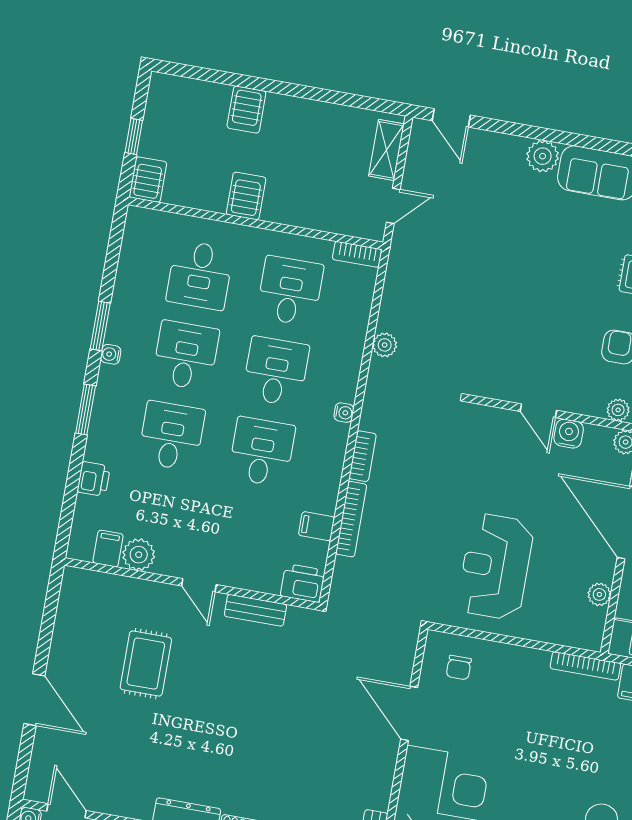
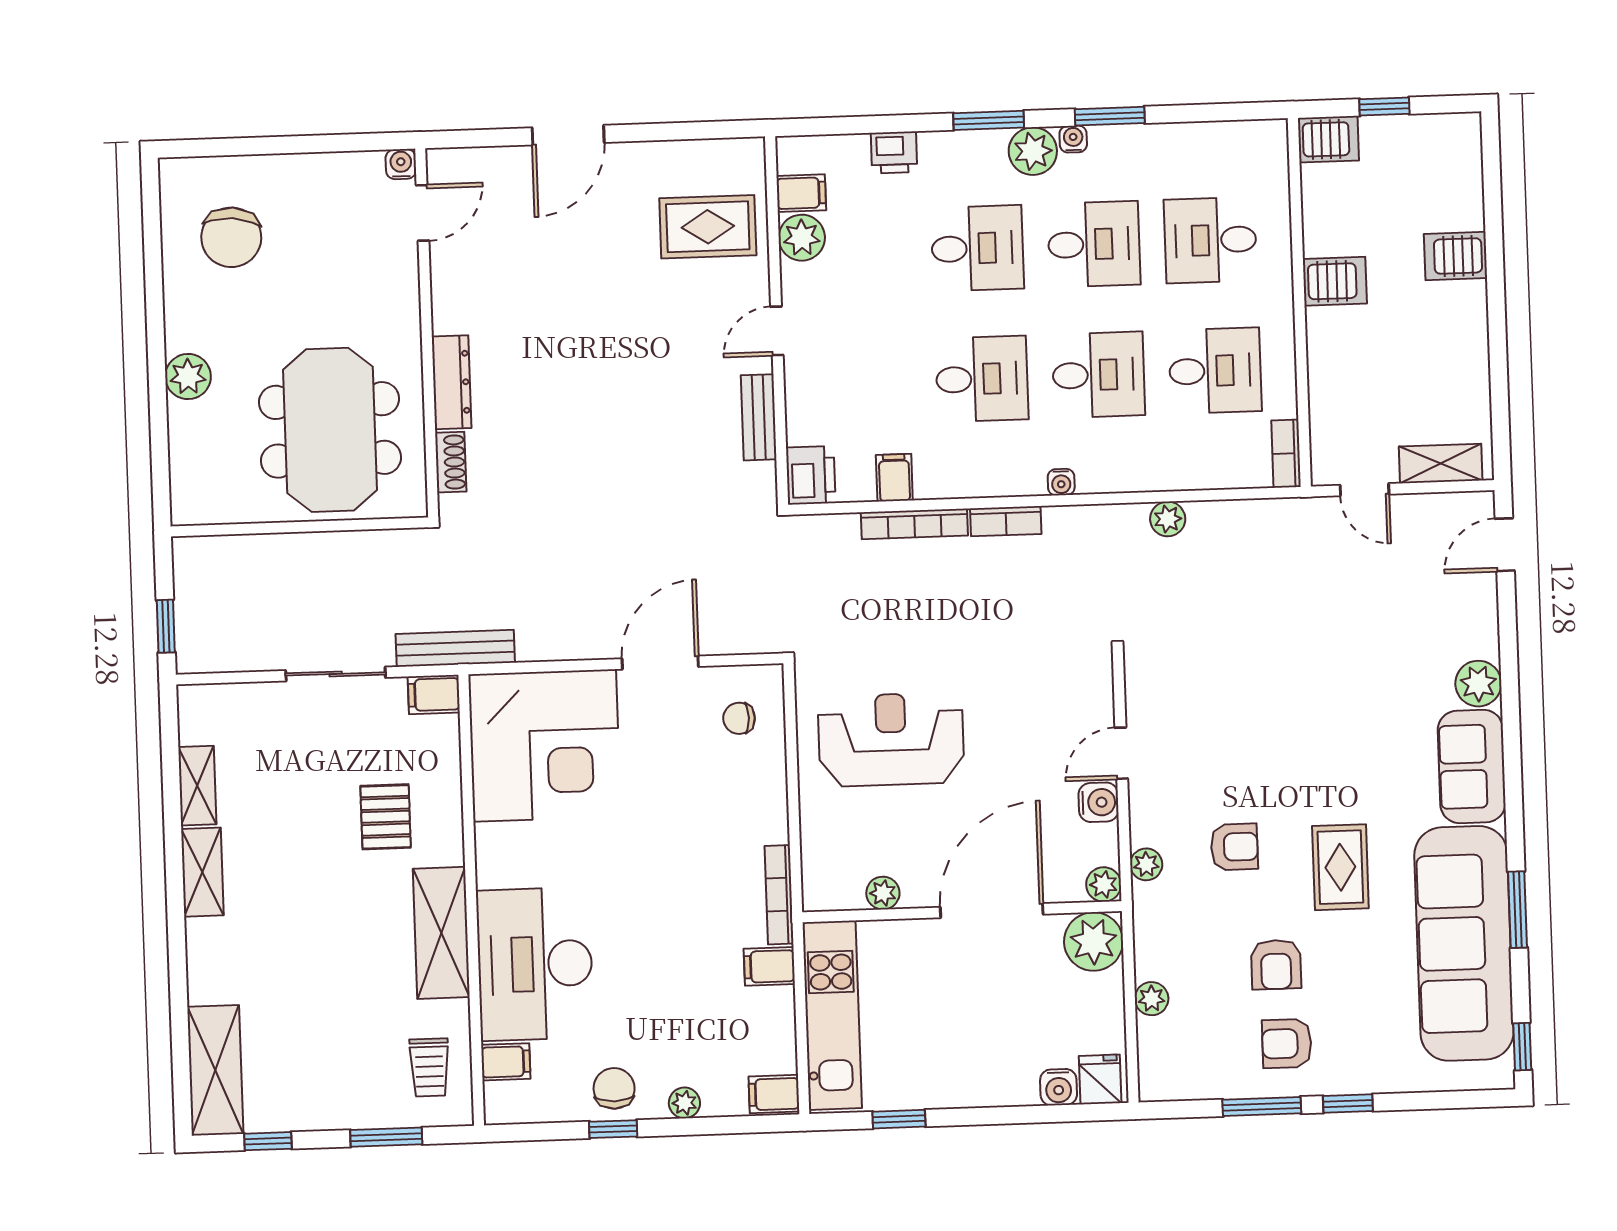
plant: (113, 384) -> (1033, 151), added
rug: (146, 664) -> (708, 227), moved

